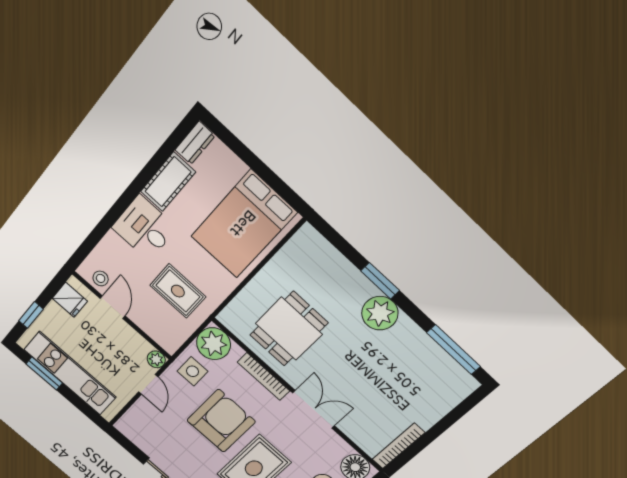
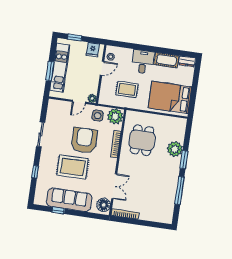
rug: (178, 291) -> (127, 89), turned 90
plant: (380, 313) -> (175, 149), moved
dining table: (289, 329) -> (142, 140), turned 90
window: (454, 350) -> (179, 190), moved
window: (44, 373) -> (50, 71), moved
double door: (314, 409) -> (114, 186), moved
armchair: (221, 421) -> (84, 140), turned -90

